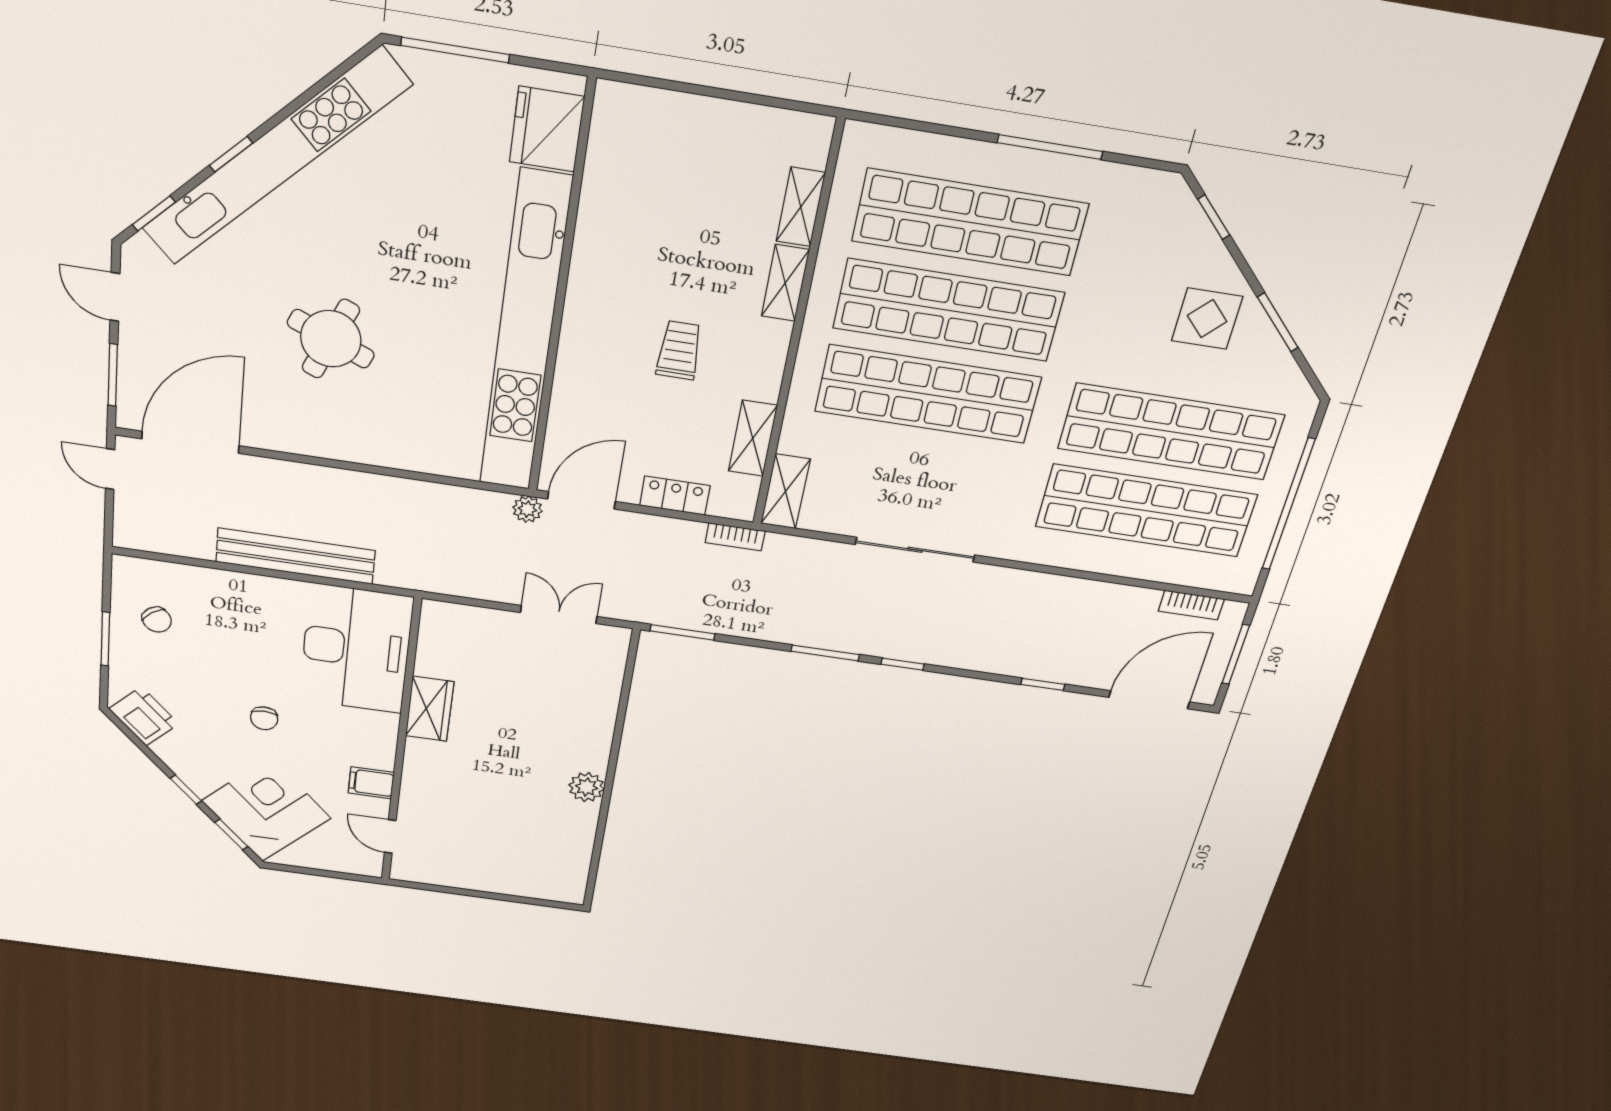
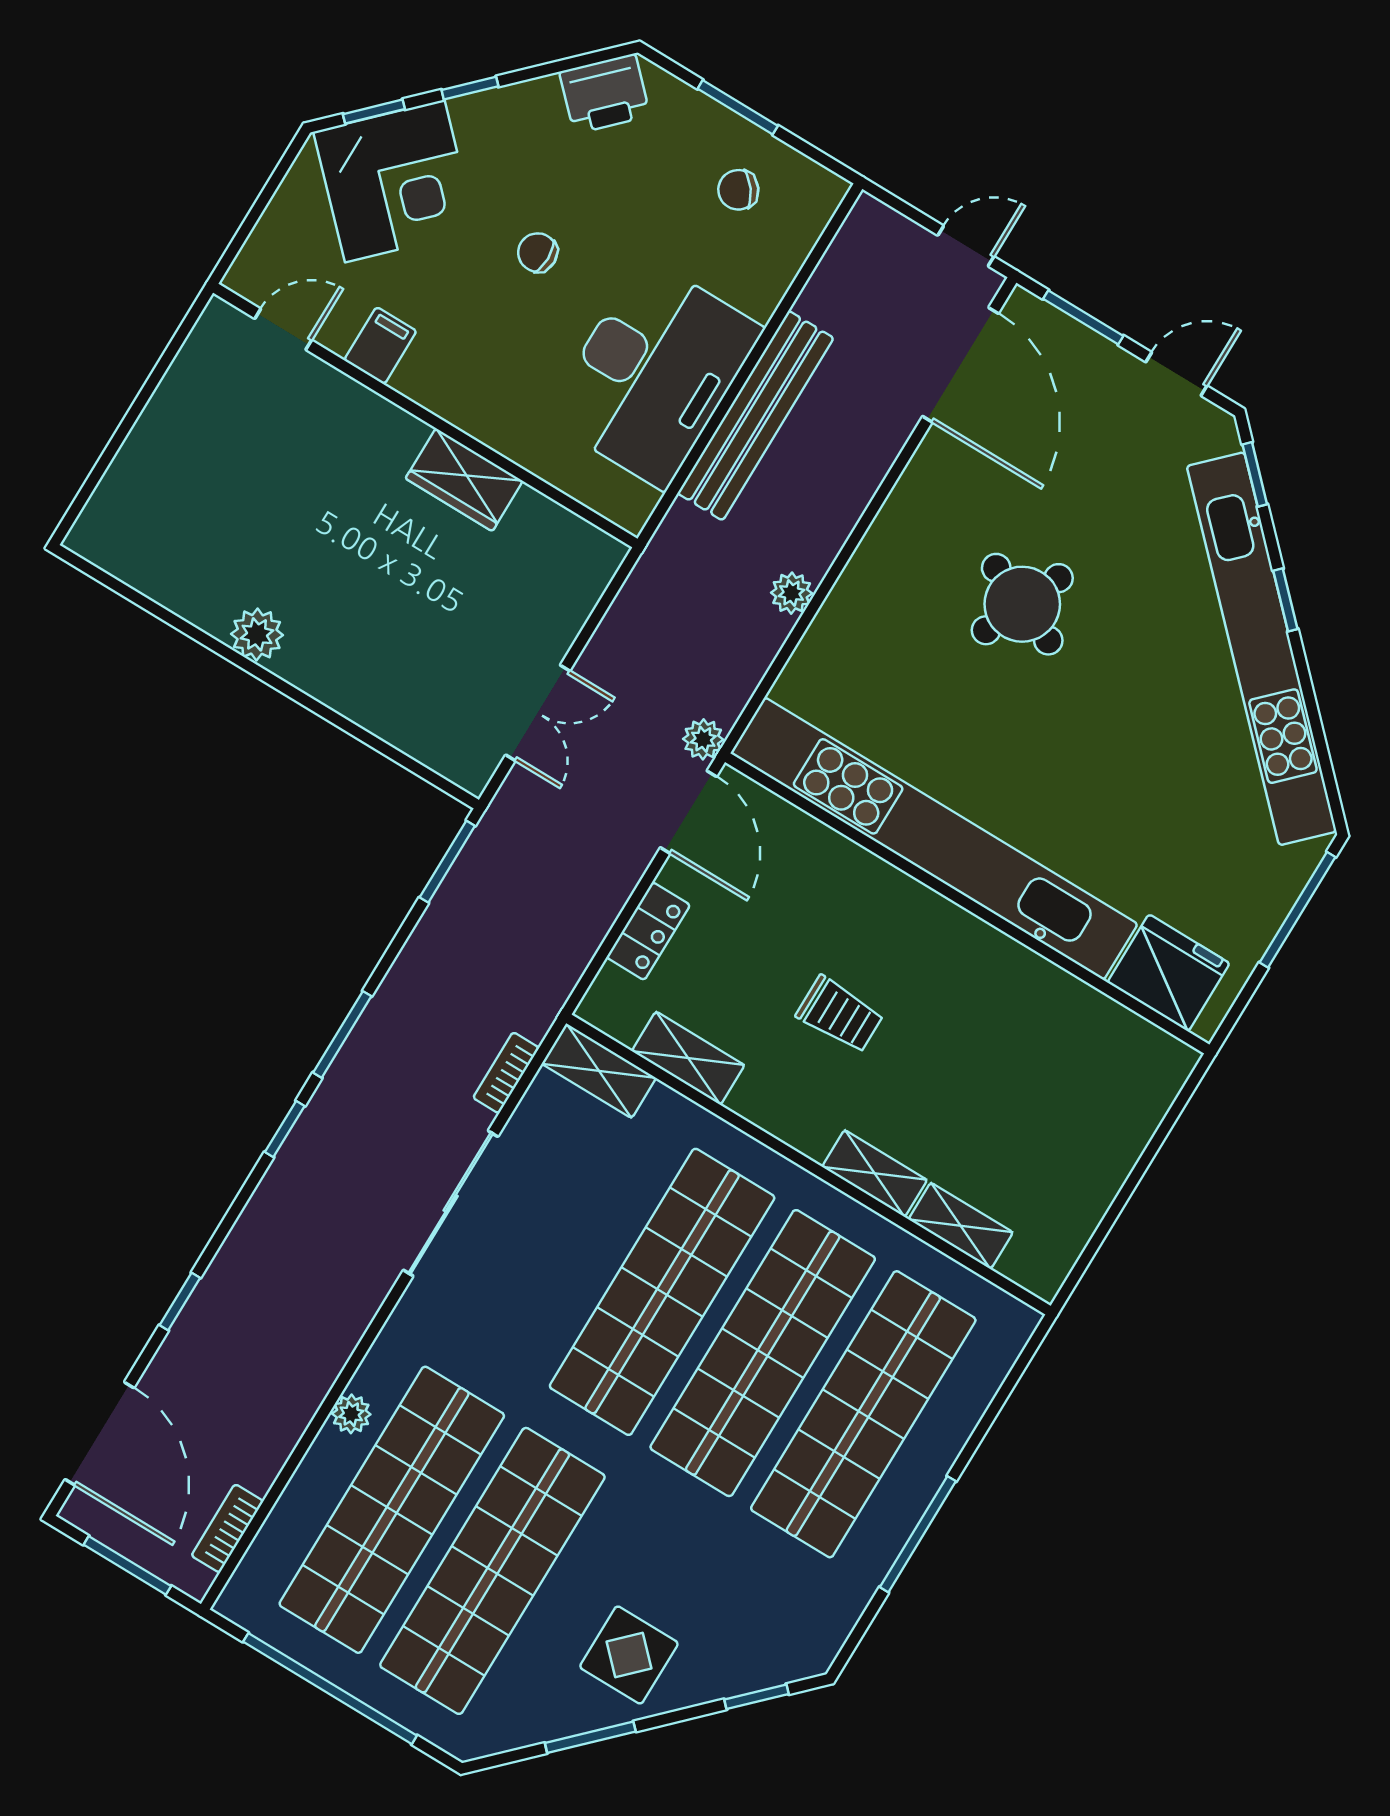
plant: (401, 491) -> (792, 593), added
bookcase: (735, 537) -> (506, 1073), moved
plant: (1086, 559) -> (351, 1414), added
desk: (356, 649) -> (654, 373), moved, turned -90

